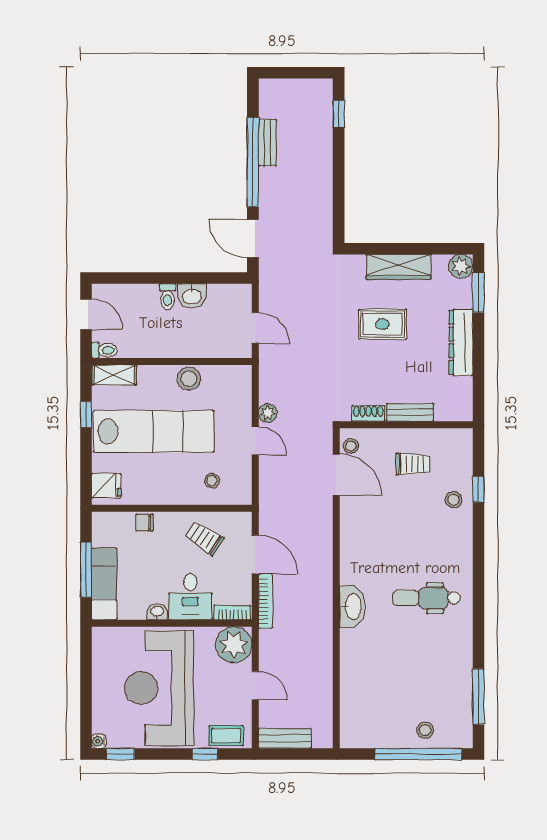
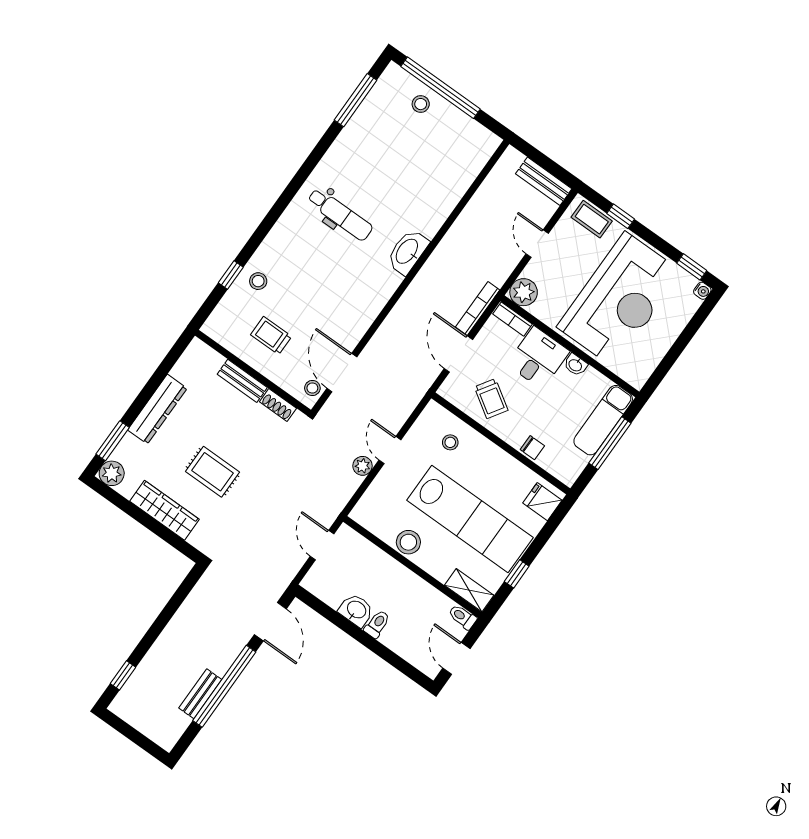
lab bench: (154, 431) -> (470, 519), turned 180
plant: (234, 645) -> (524, 292), width x0.73, depth x0.73

